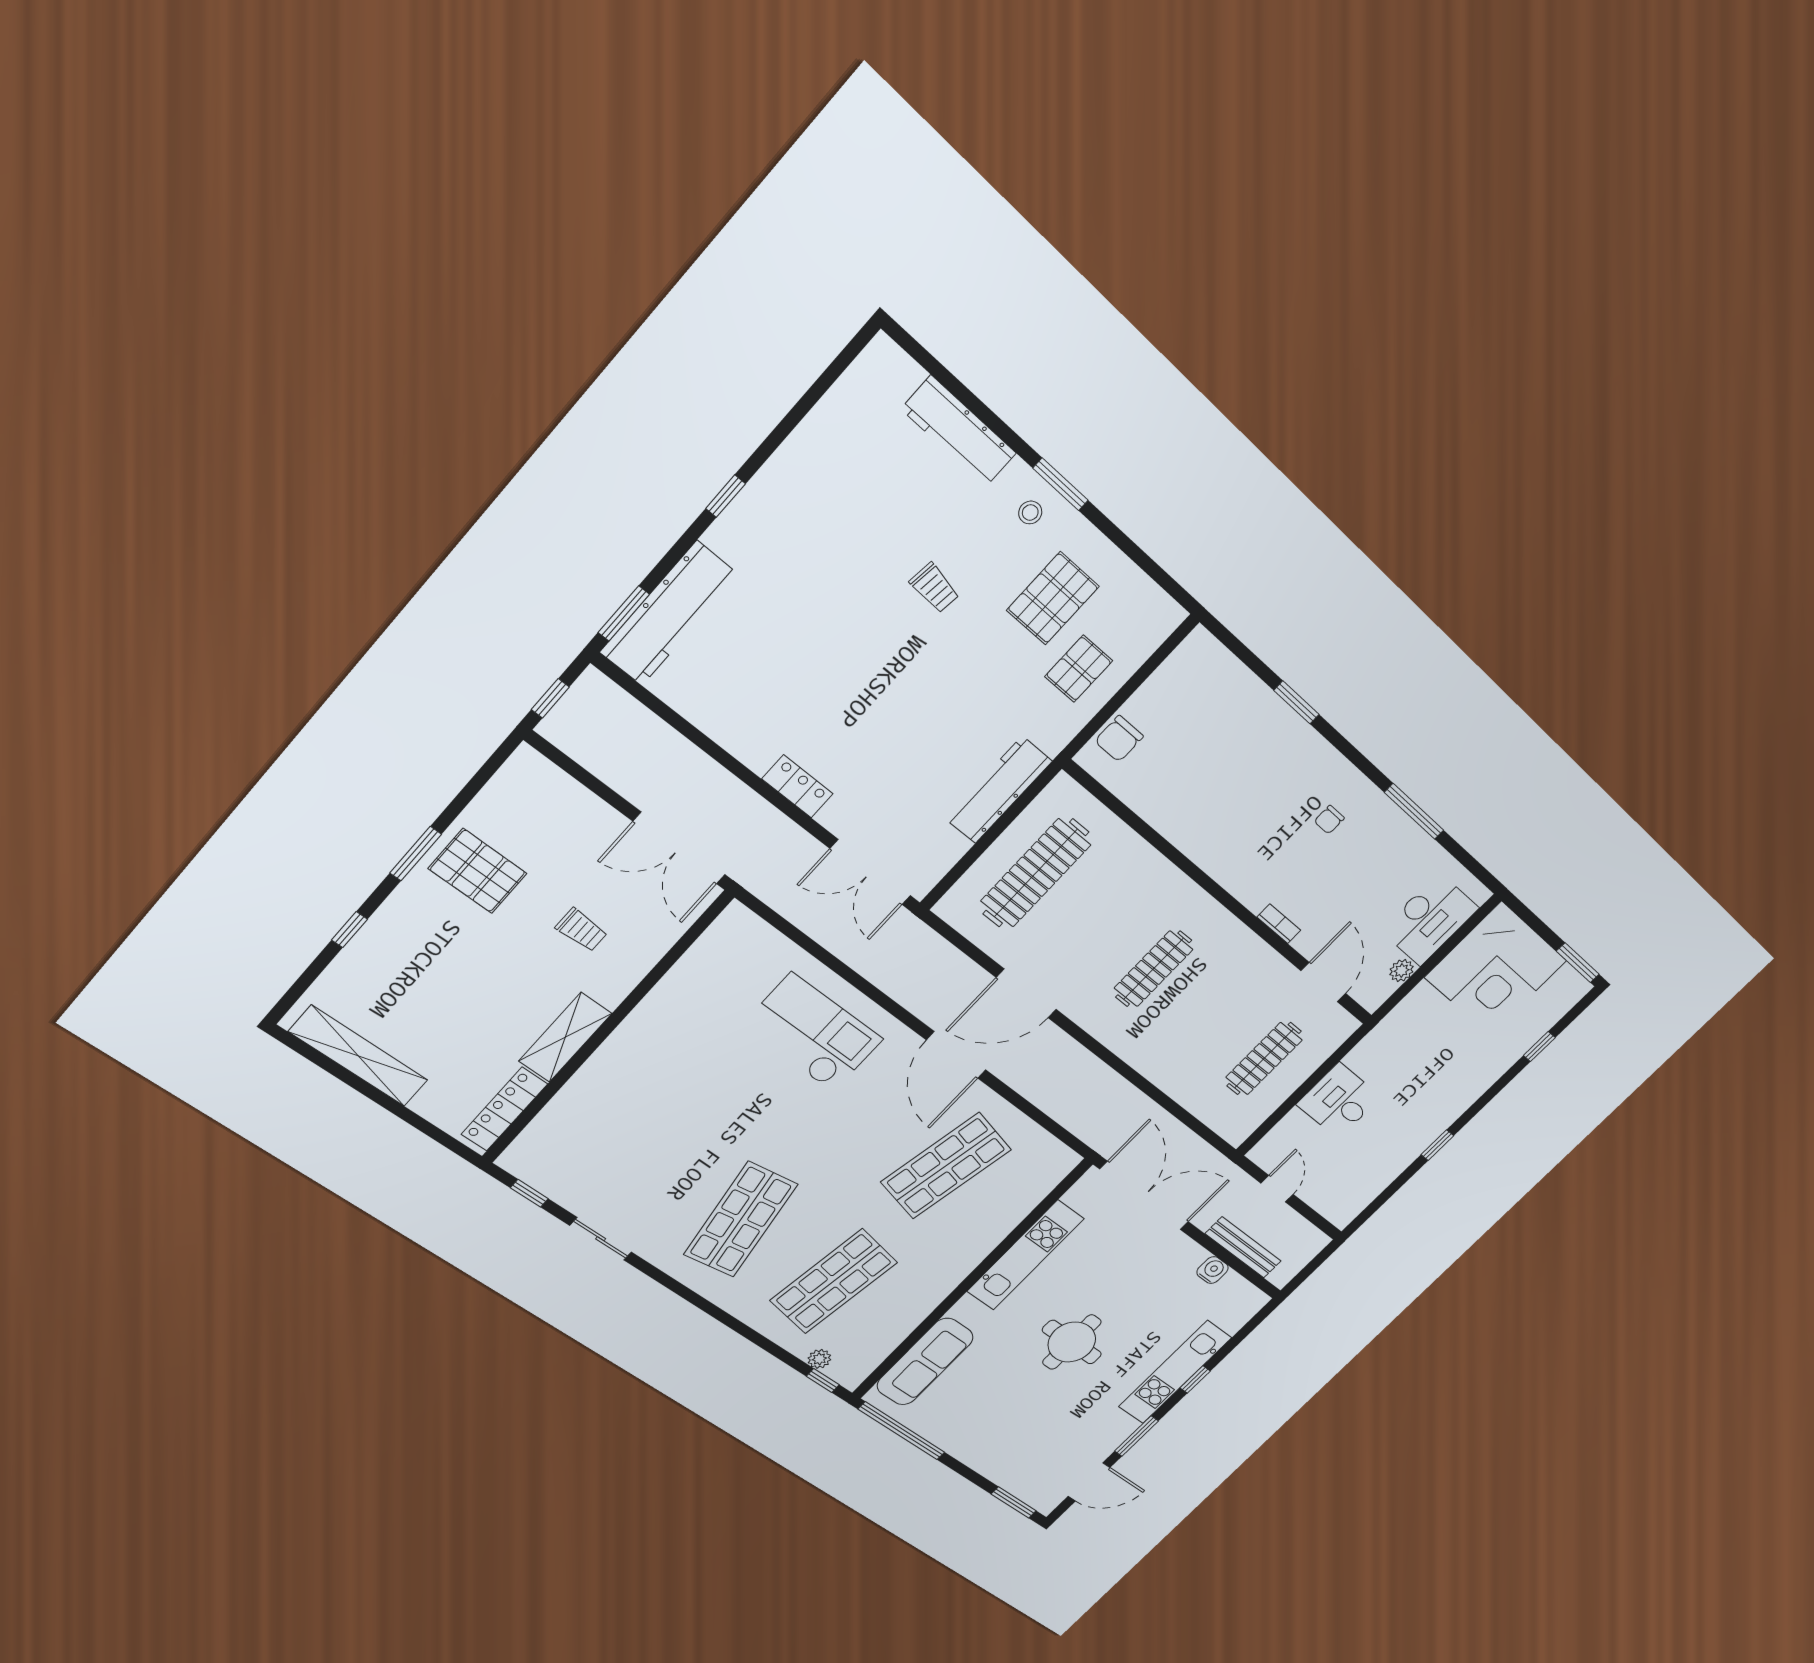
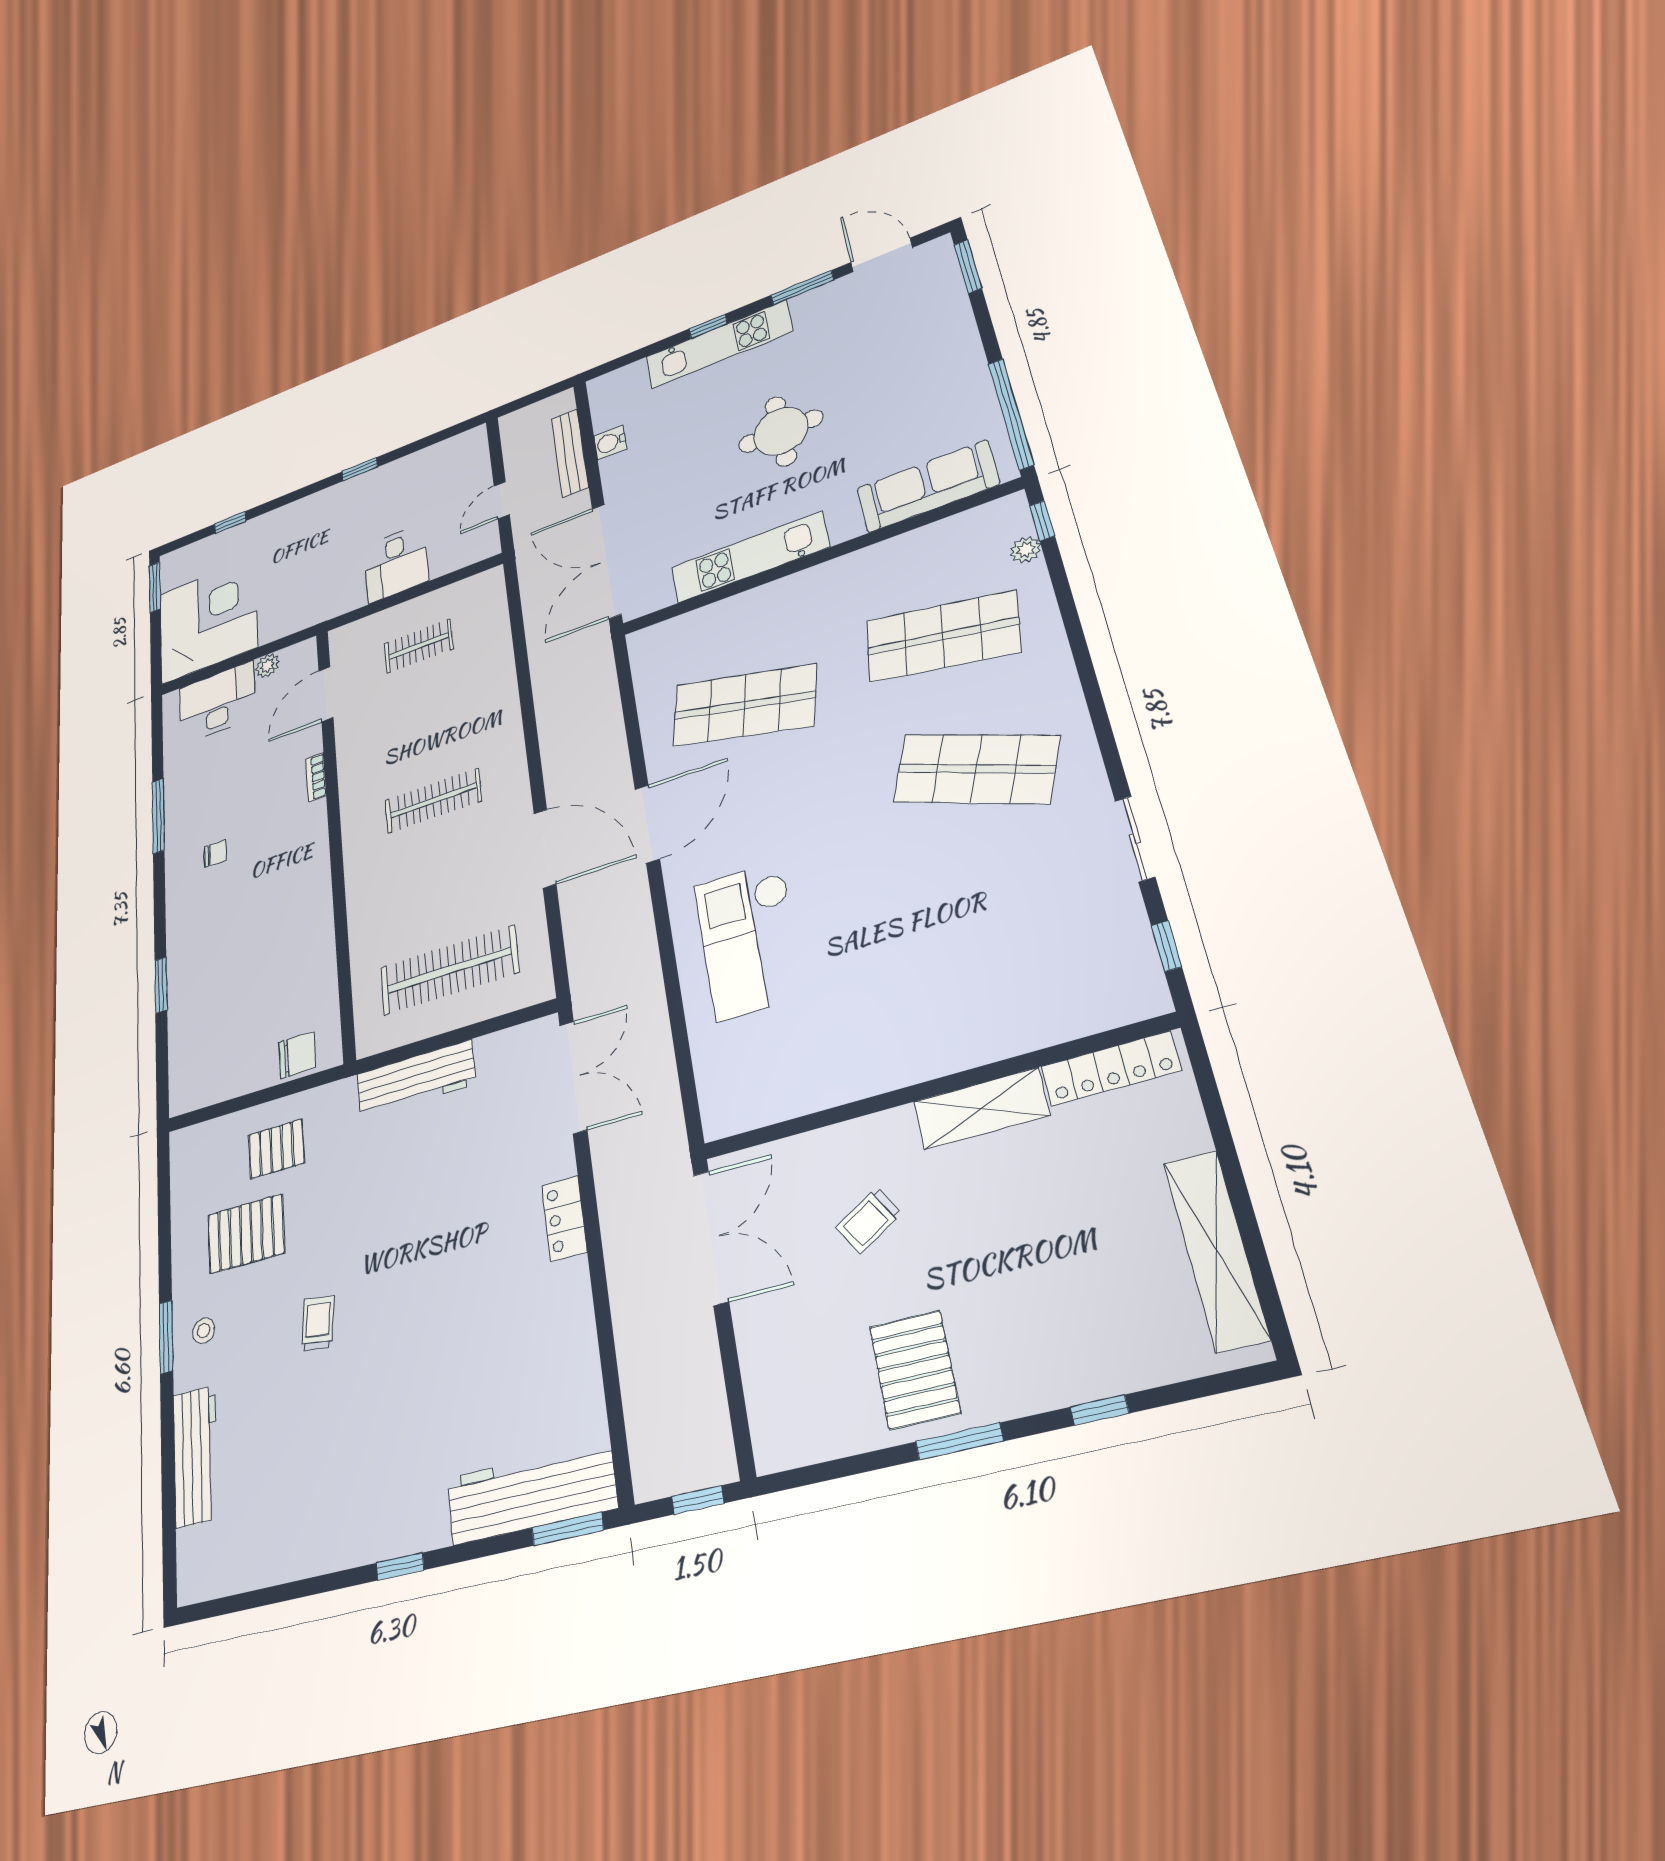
trolley: (581, 930) -> (869, 1220), turned -121
clothes rail: (1264, 1059) -> (419, 646), width x0.73
shop shelf: (741, 1219) -> (976, 769), turned 30

